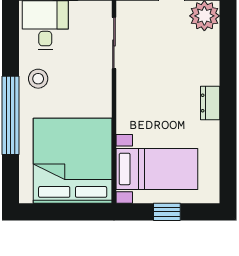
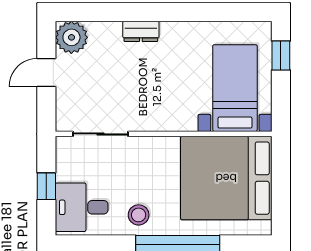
dresser: (210, 103) -> (141, 31), moved
window: (167, 212) -> (281, 55), moved

